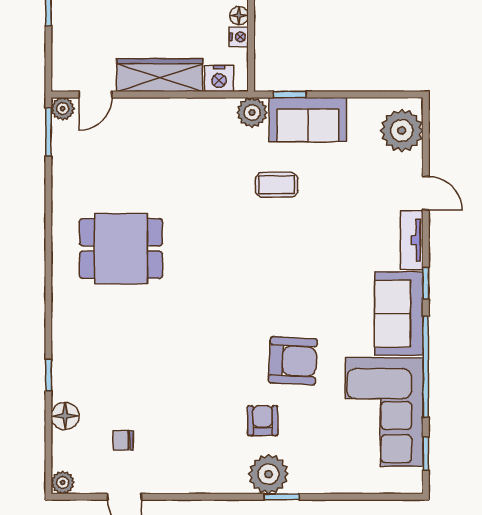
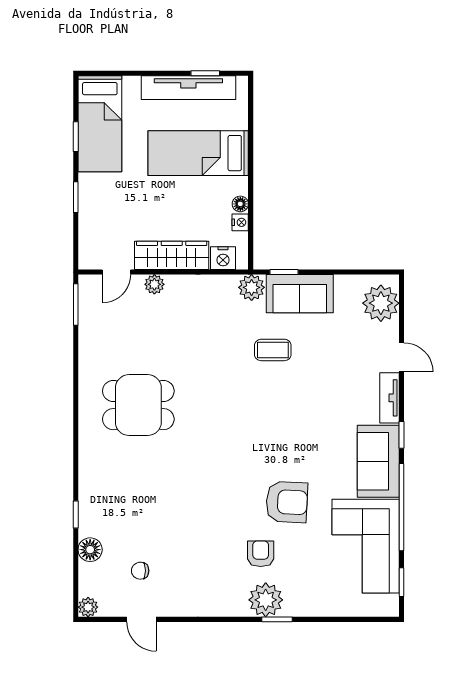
plant: (63, 109) -> (154, 284), moved

